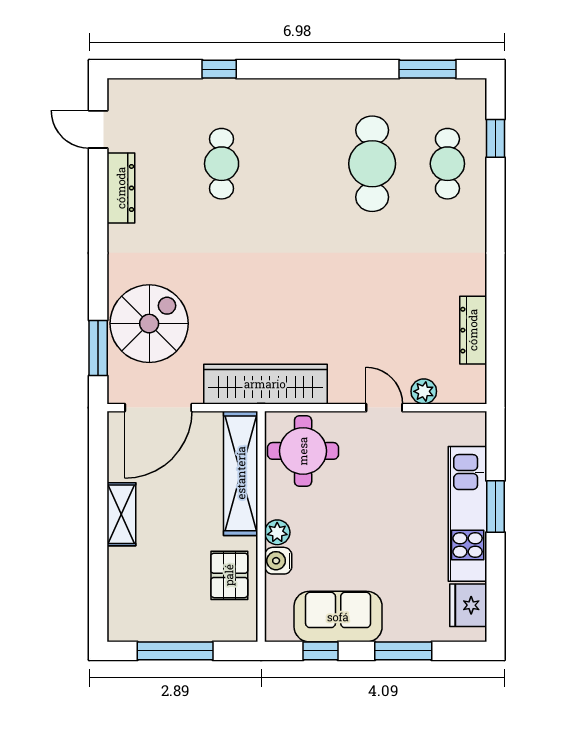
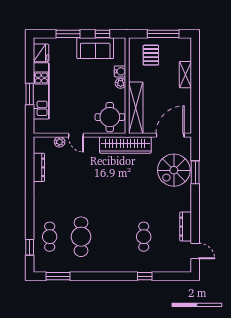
window: (98, 348) -> (195, 172), moved
shelving: (121, 514) -> (185, 75), moved
pallet: (229, 575) -> (151, 55), moved

